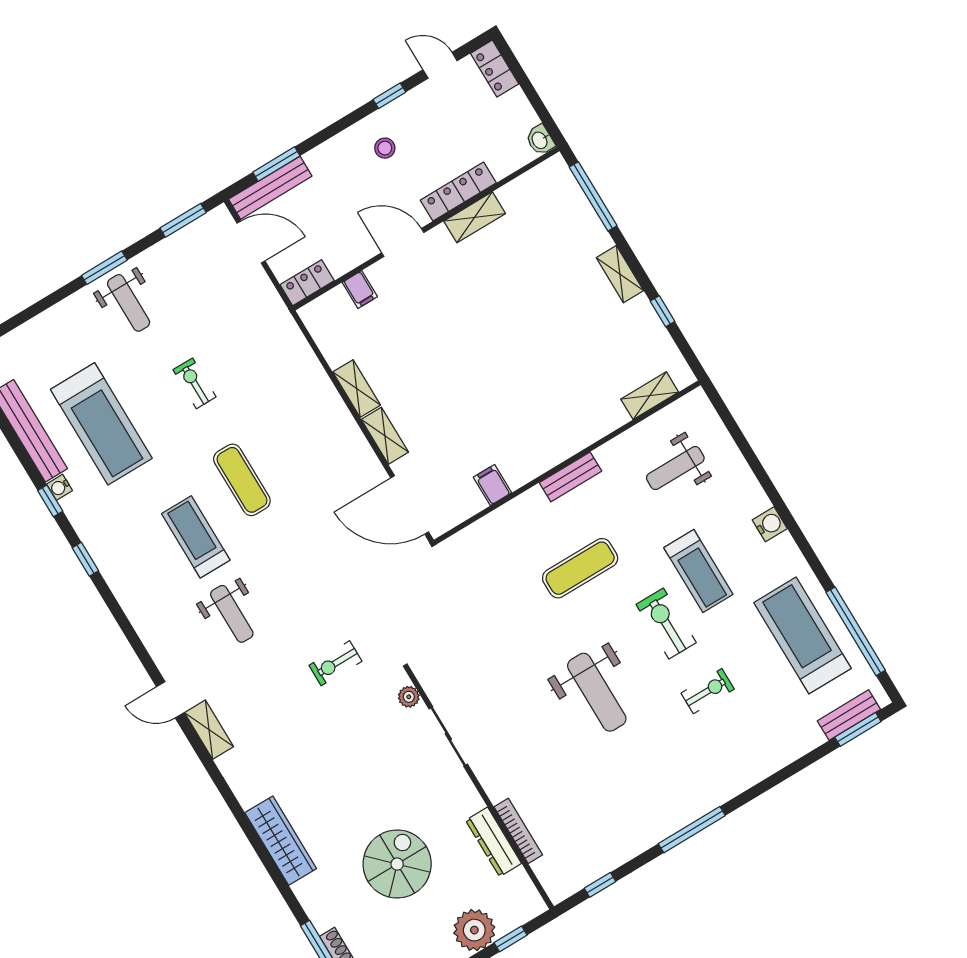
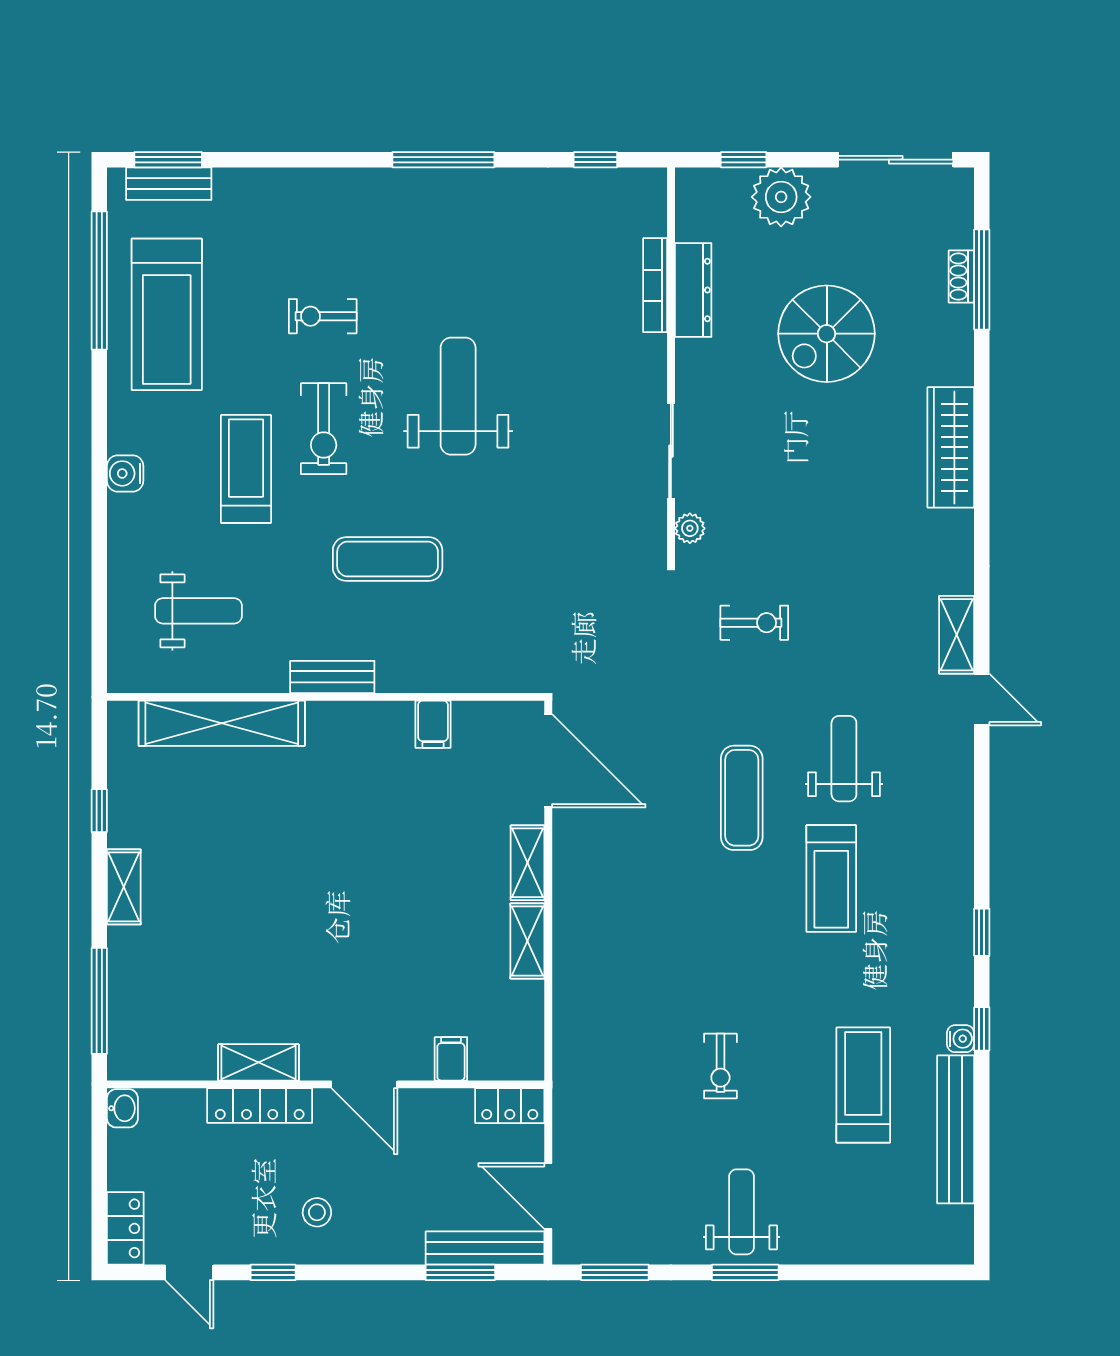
shelving: (650, 396) -> (222, 723), width x2.20, depth x1.33
treadmill: (101, 424) -> (863, 1085), width x0.73, depth x0.73
exercise mat: (242, 480) -> (742, 798), moved

